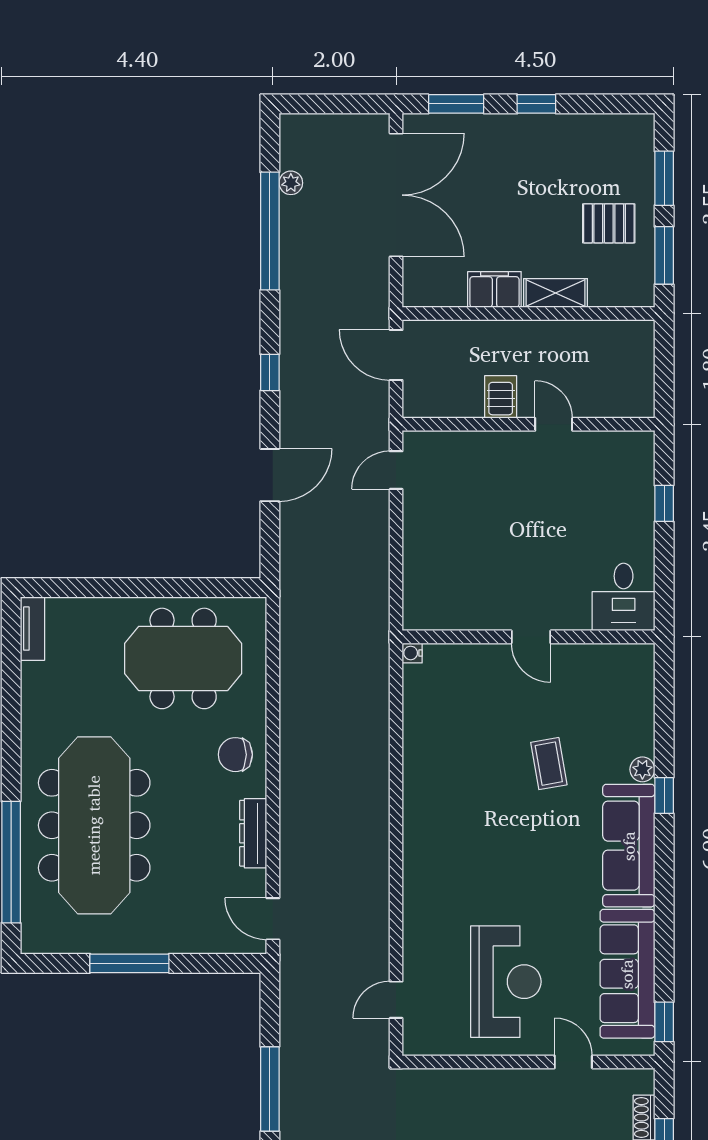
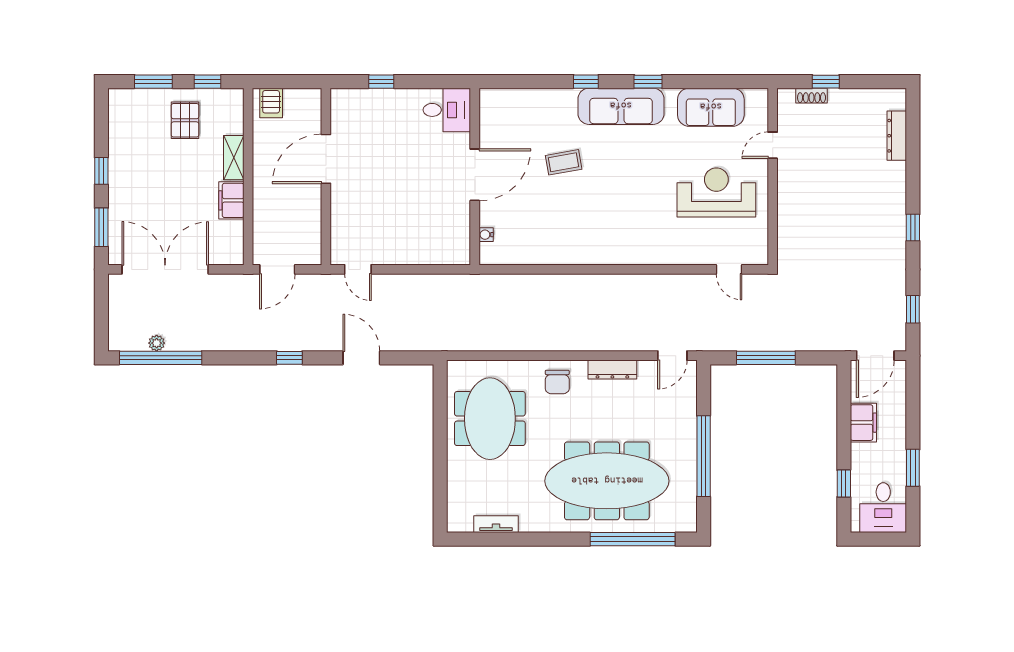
window: (270, 231) -> (161, 358), moved
window: (664, 255) -> (207, 82), width x0.67
server rack: (501, 397) -> (271, 103), moved, turned -90
door: (554, 424) -> (326, 159), width x1.88
tv unit: (32, 629) -> (496, 524), moved
door: (531, 637) -> (475, 175), width x1.87
water cooler: (412, 653) -> (486, 235), moved, turned 90
plant: (642, 769) -> (568, 97), removed
window: (129, 963) -> (704, 456), width x1.46
sofa: (627, 974) -> (711, 107), width x0.73
window: (664, 1022) -> (648, 82), moved
window: (270, 1089) -> (766, 358), moved

